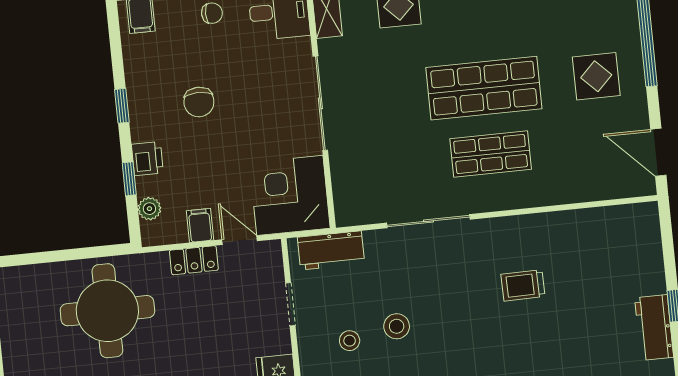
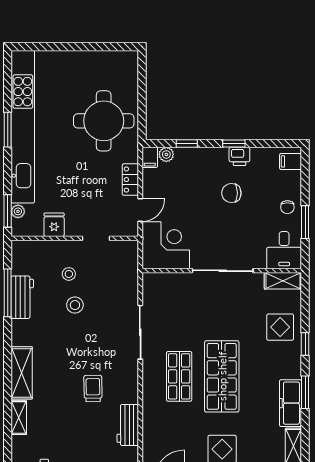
printer: (147, 159) -> (239, 156), moved
filing cabinet: (200, 225) -> (150, 157), moved, turned 90
workbench: (331, 250) -> (128, 425), moved

